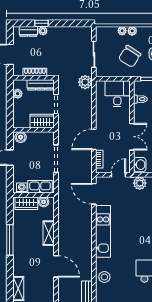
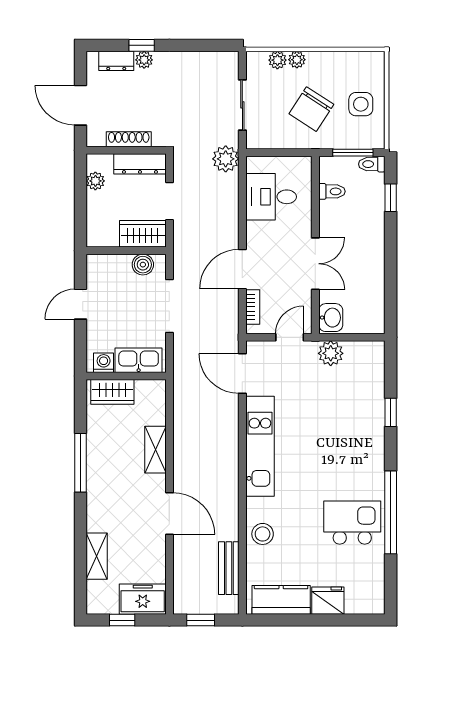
plant: (132, 31) -> (277, 60), moved
desk: (117, 94) -> (271, 197), moved, turned -90
boiler: (21, 137) -> (143, 265), moved
boiler: (44, 202) -> (146, 389), removed

